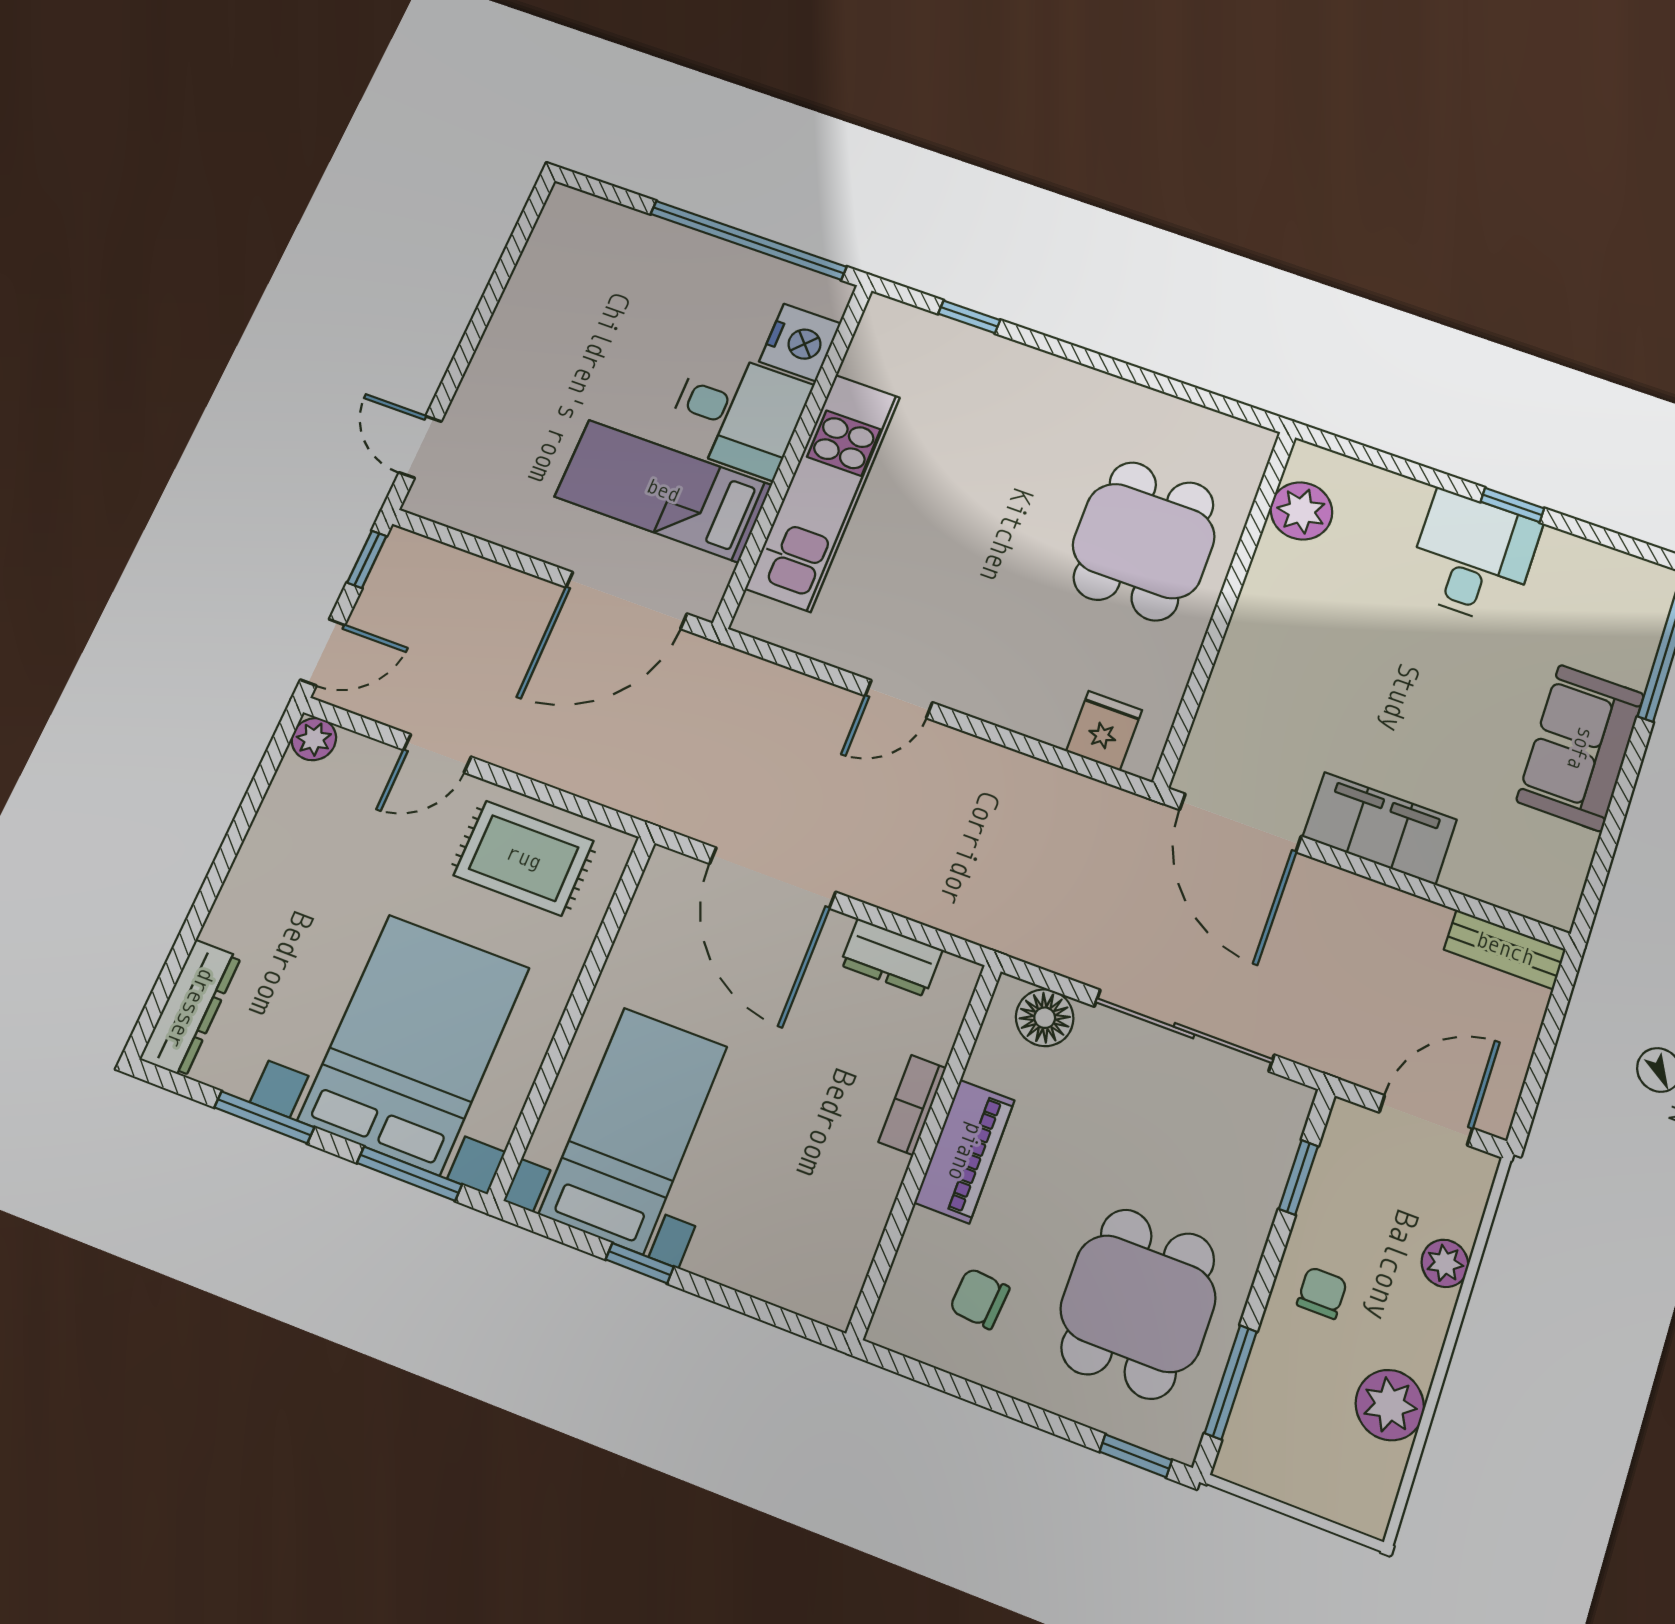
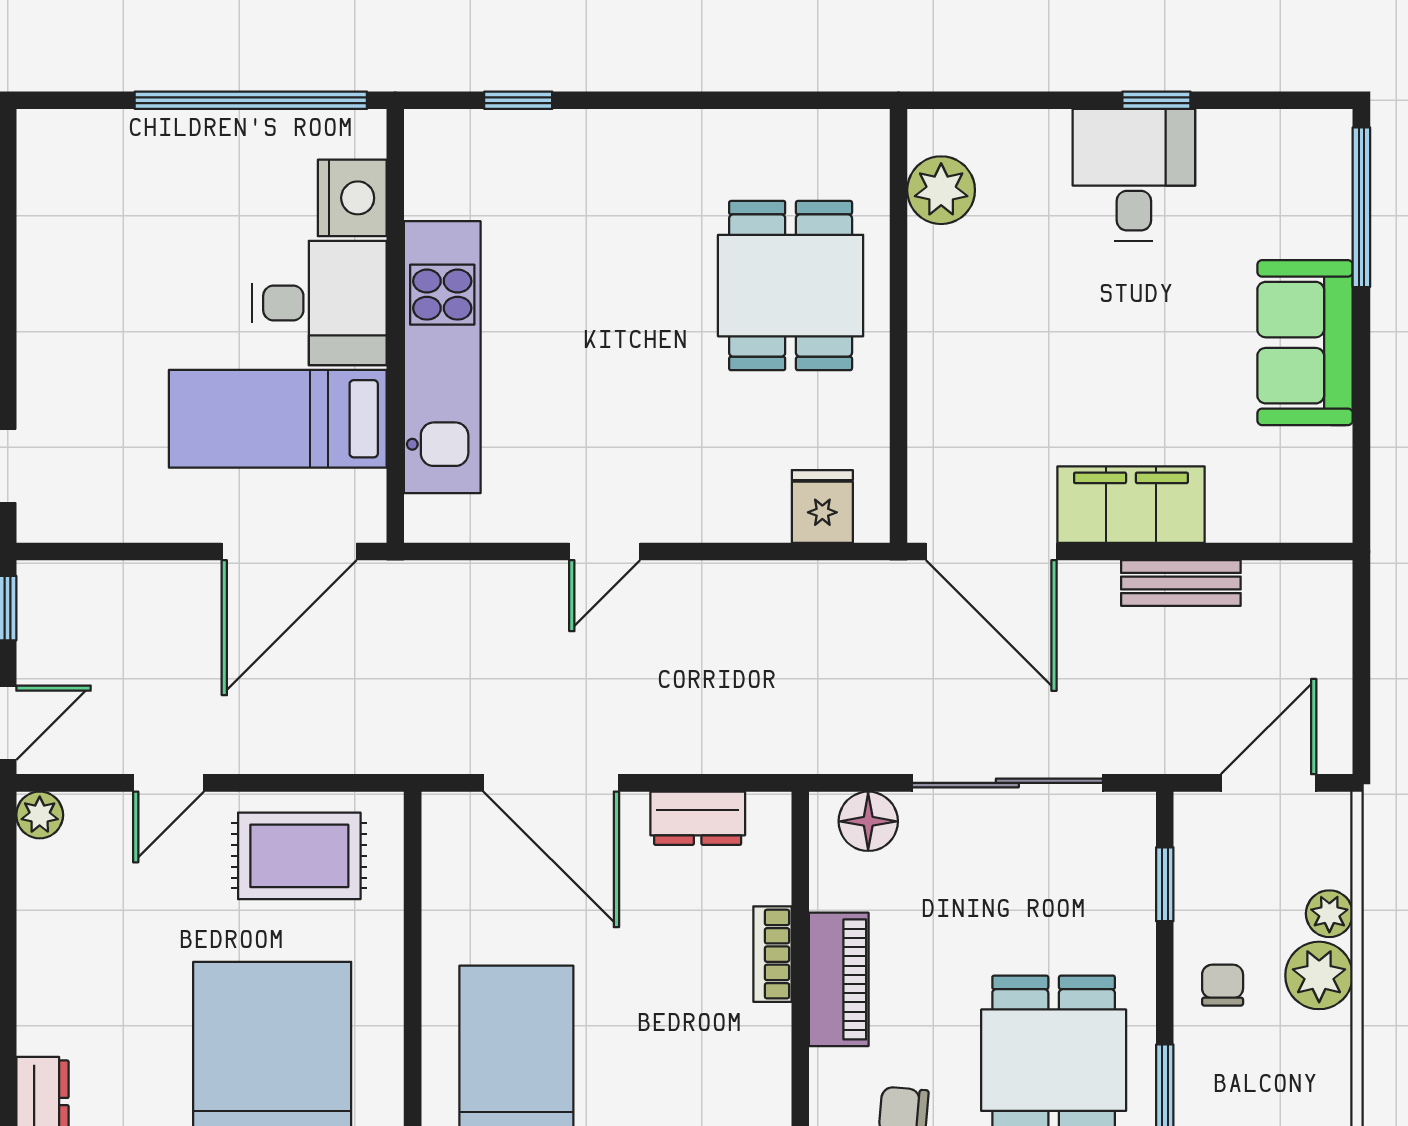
bench: (1505, 949) -> (1181, 583), moved
plant: (1390, 1405) -> (1319, 975), moved

